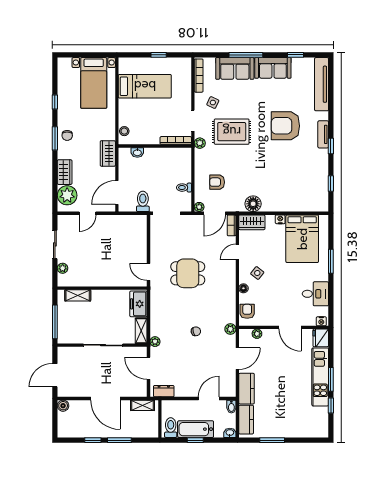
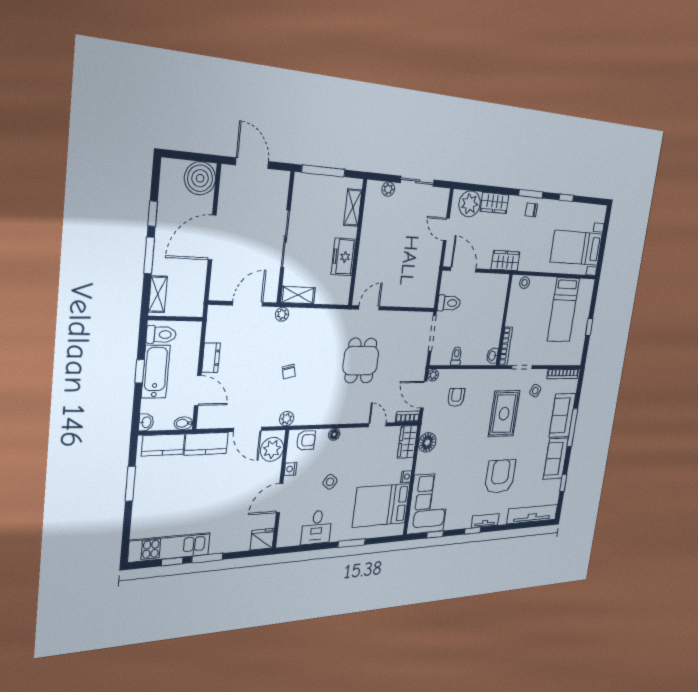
plant: (200, 143) -> (499, 376), removed
washbasin: (137, 152) -> (492, 356), moved
corner sofa: (304, 194) -> (429, 503), added
side table: (257, 273) -> (330, 482), moved
freezer: (138, 304) -> (344, 257), moved, turned -90
nightstand: (321, 321) -> (290, 469), moved
plant: (257, 334) -> (272, 449), width x1.88, depth x1.88
kitchen unit: (320, 377) -> (169, 547), moved
dresser: (164, 391) -> (211, 358), moved
shelving: (143, 405) -> (158, 294), moved
boiler: (63, 406) -> (200, 178), width x1.86, depth x1.86

